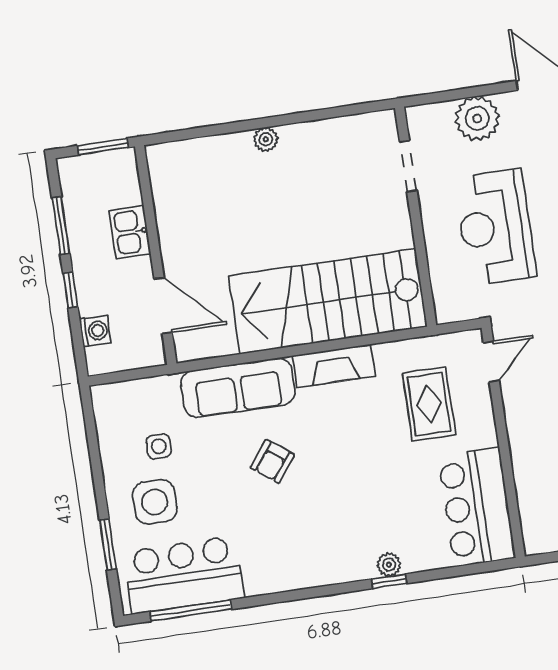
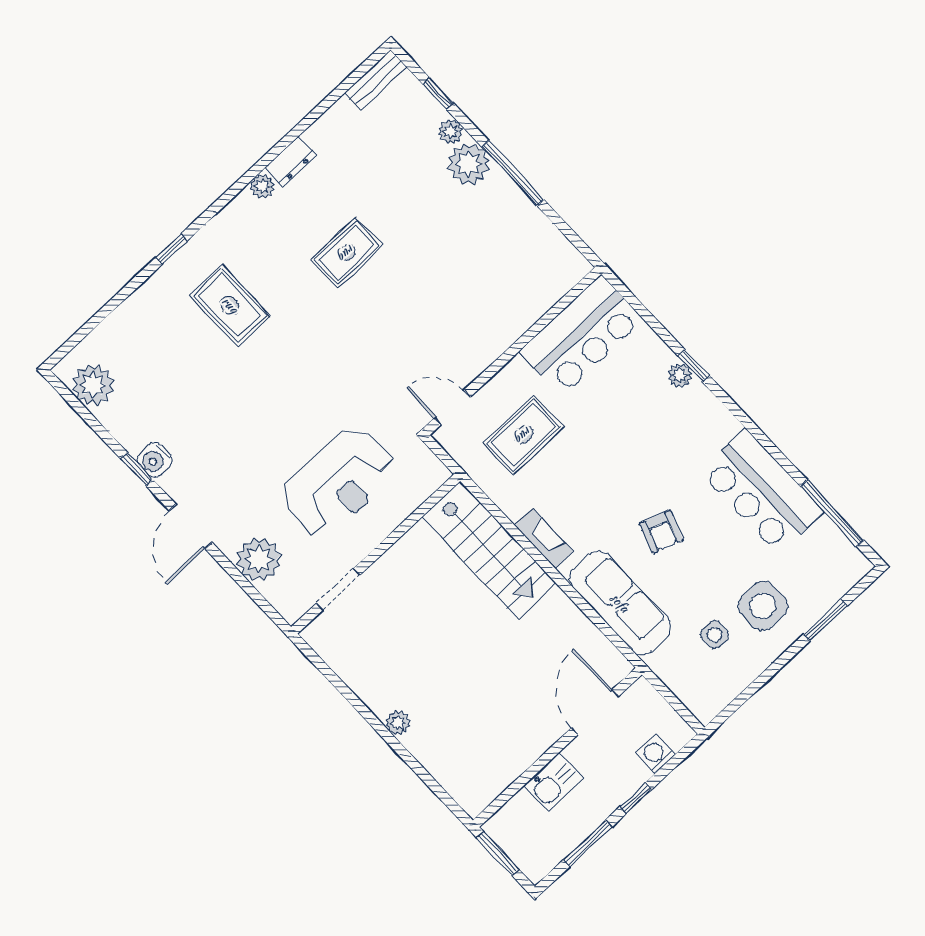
stairs: (328, 301) -> (489, 550), width x0.73, depth x0.66
fireplace: (334, 366) -> (544, 538), width x0.73, depth x0.76
armchair: (272, 461) -> (661, 532), turned 72
bar counter: (184, 575) -> (762, 492), moved

